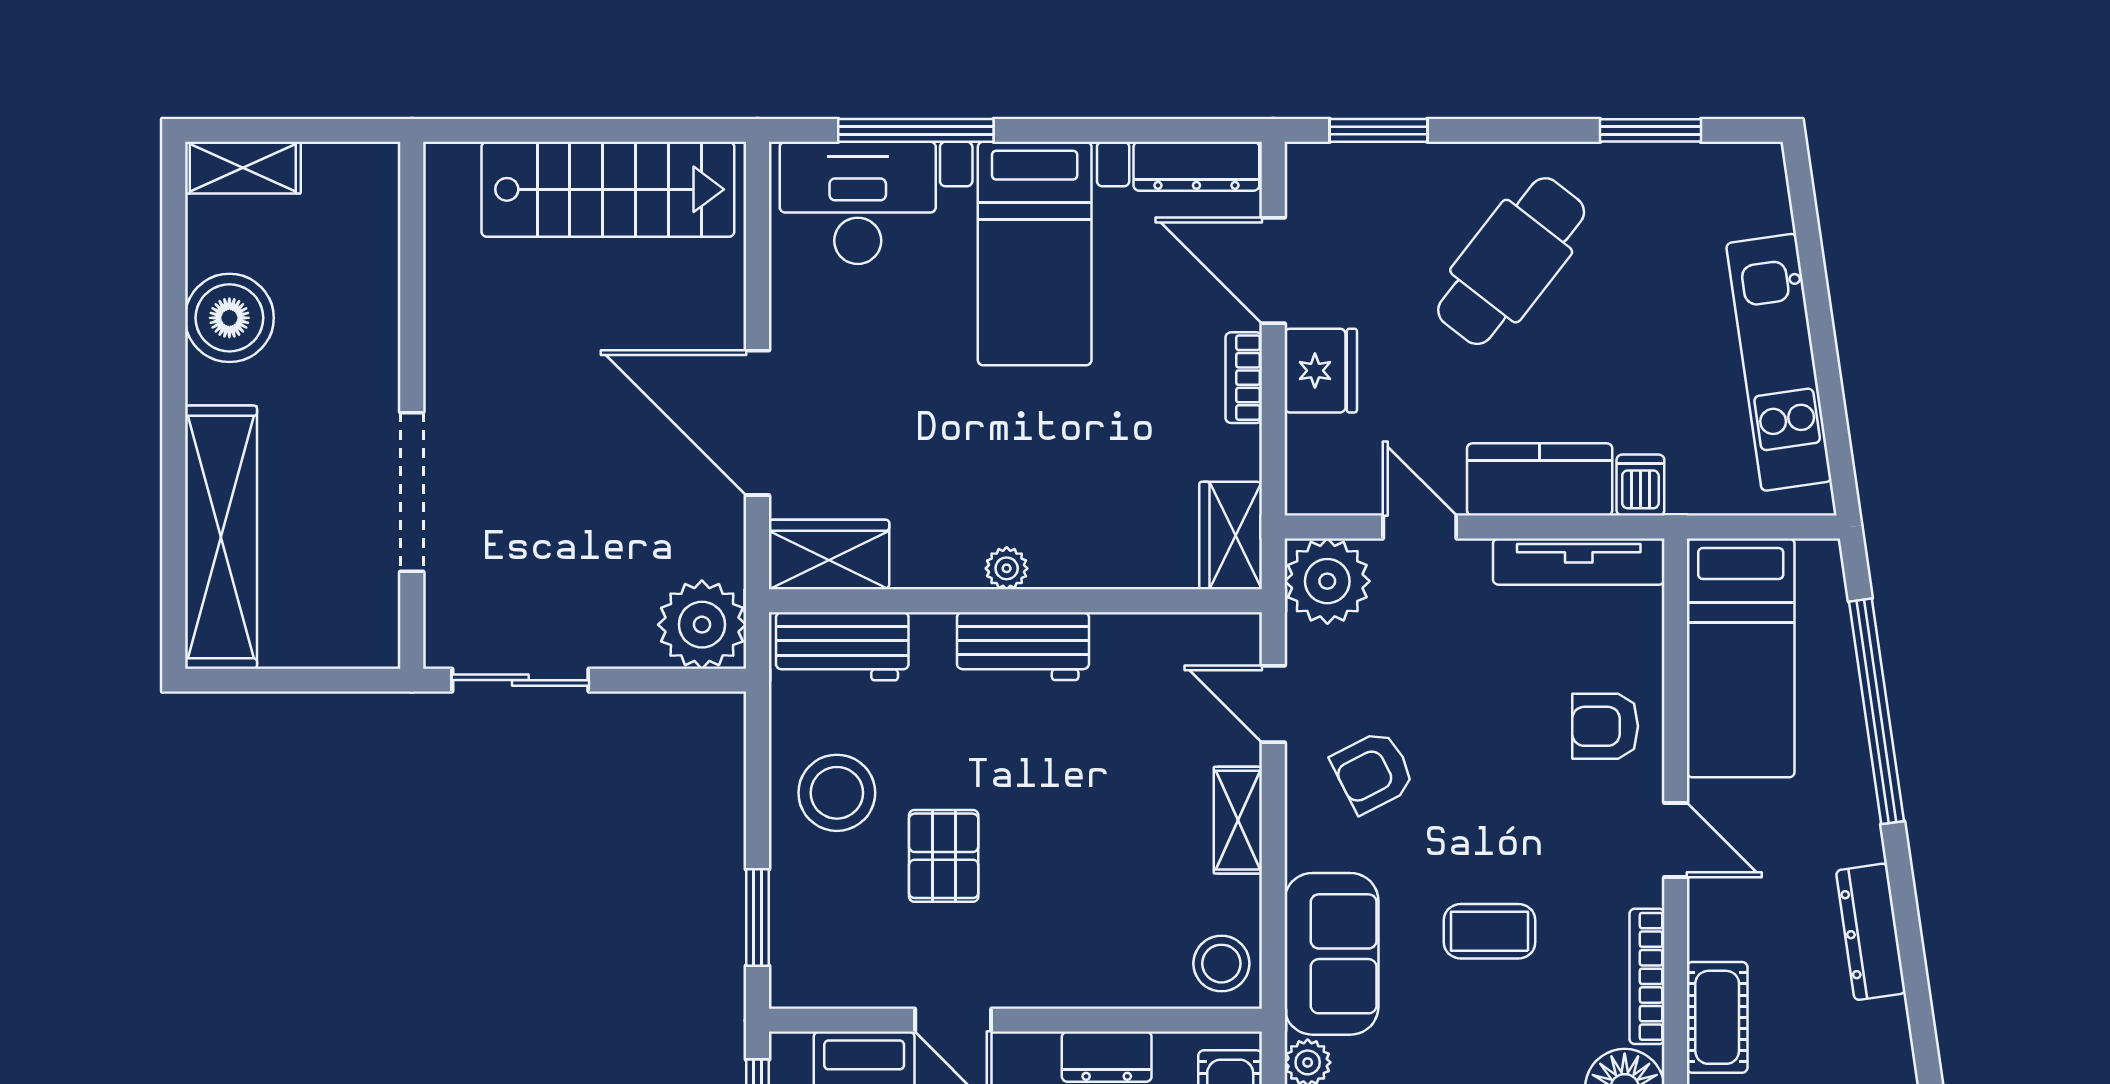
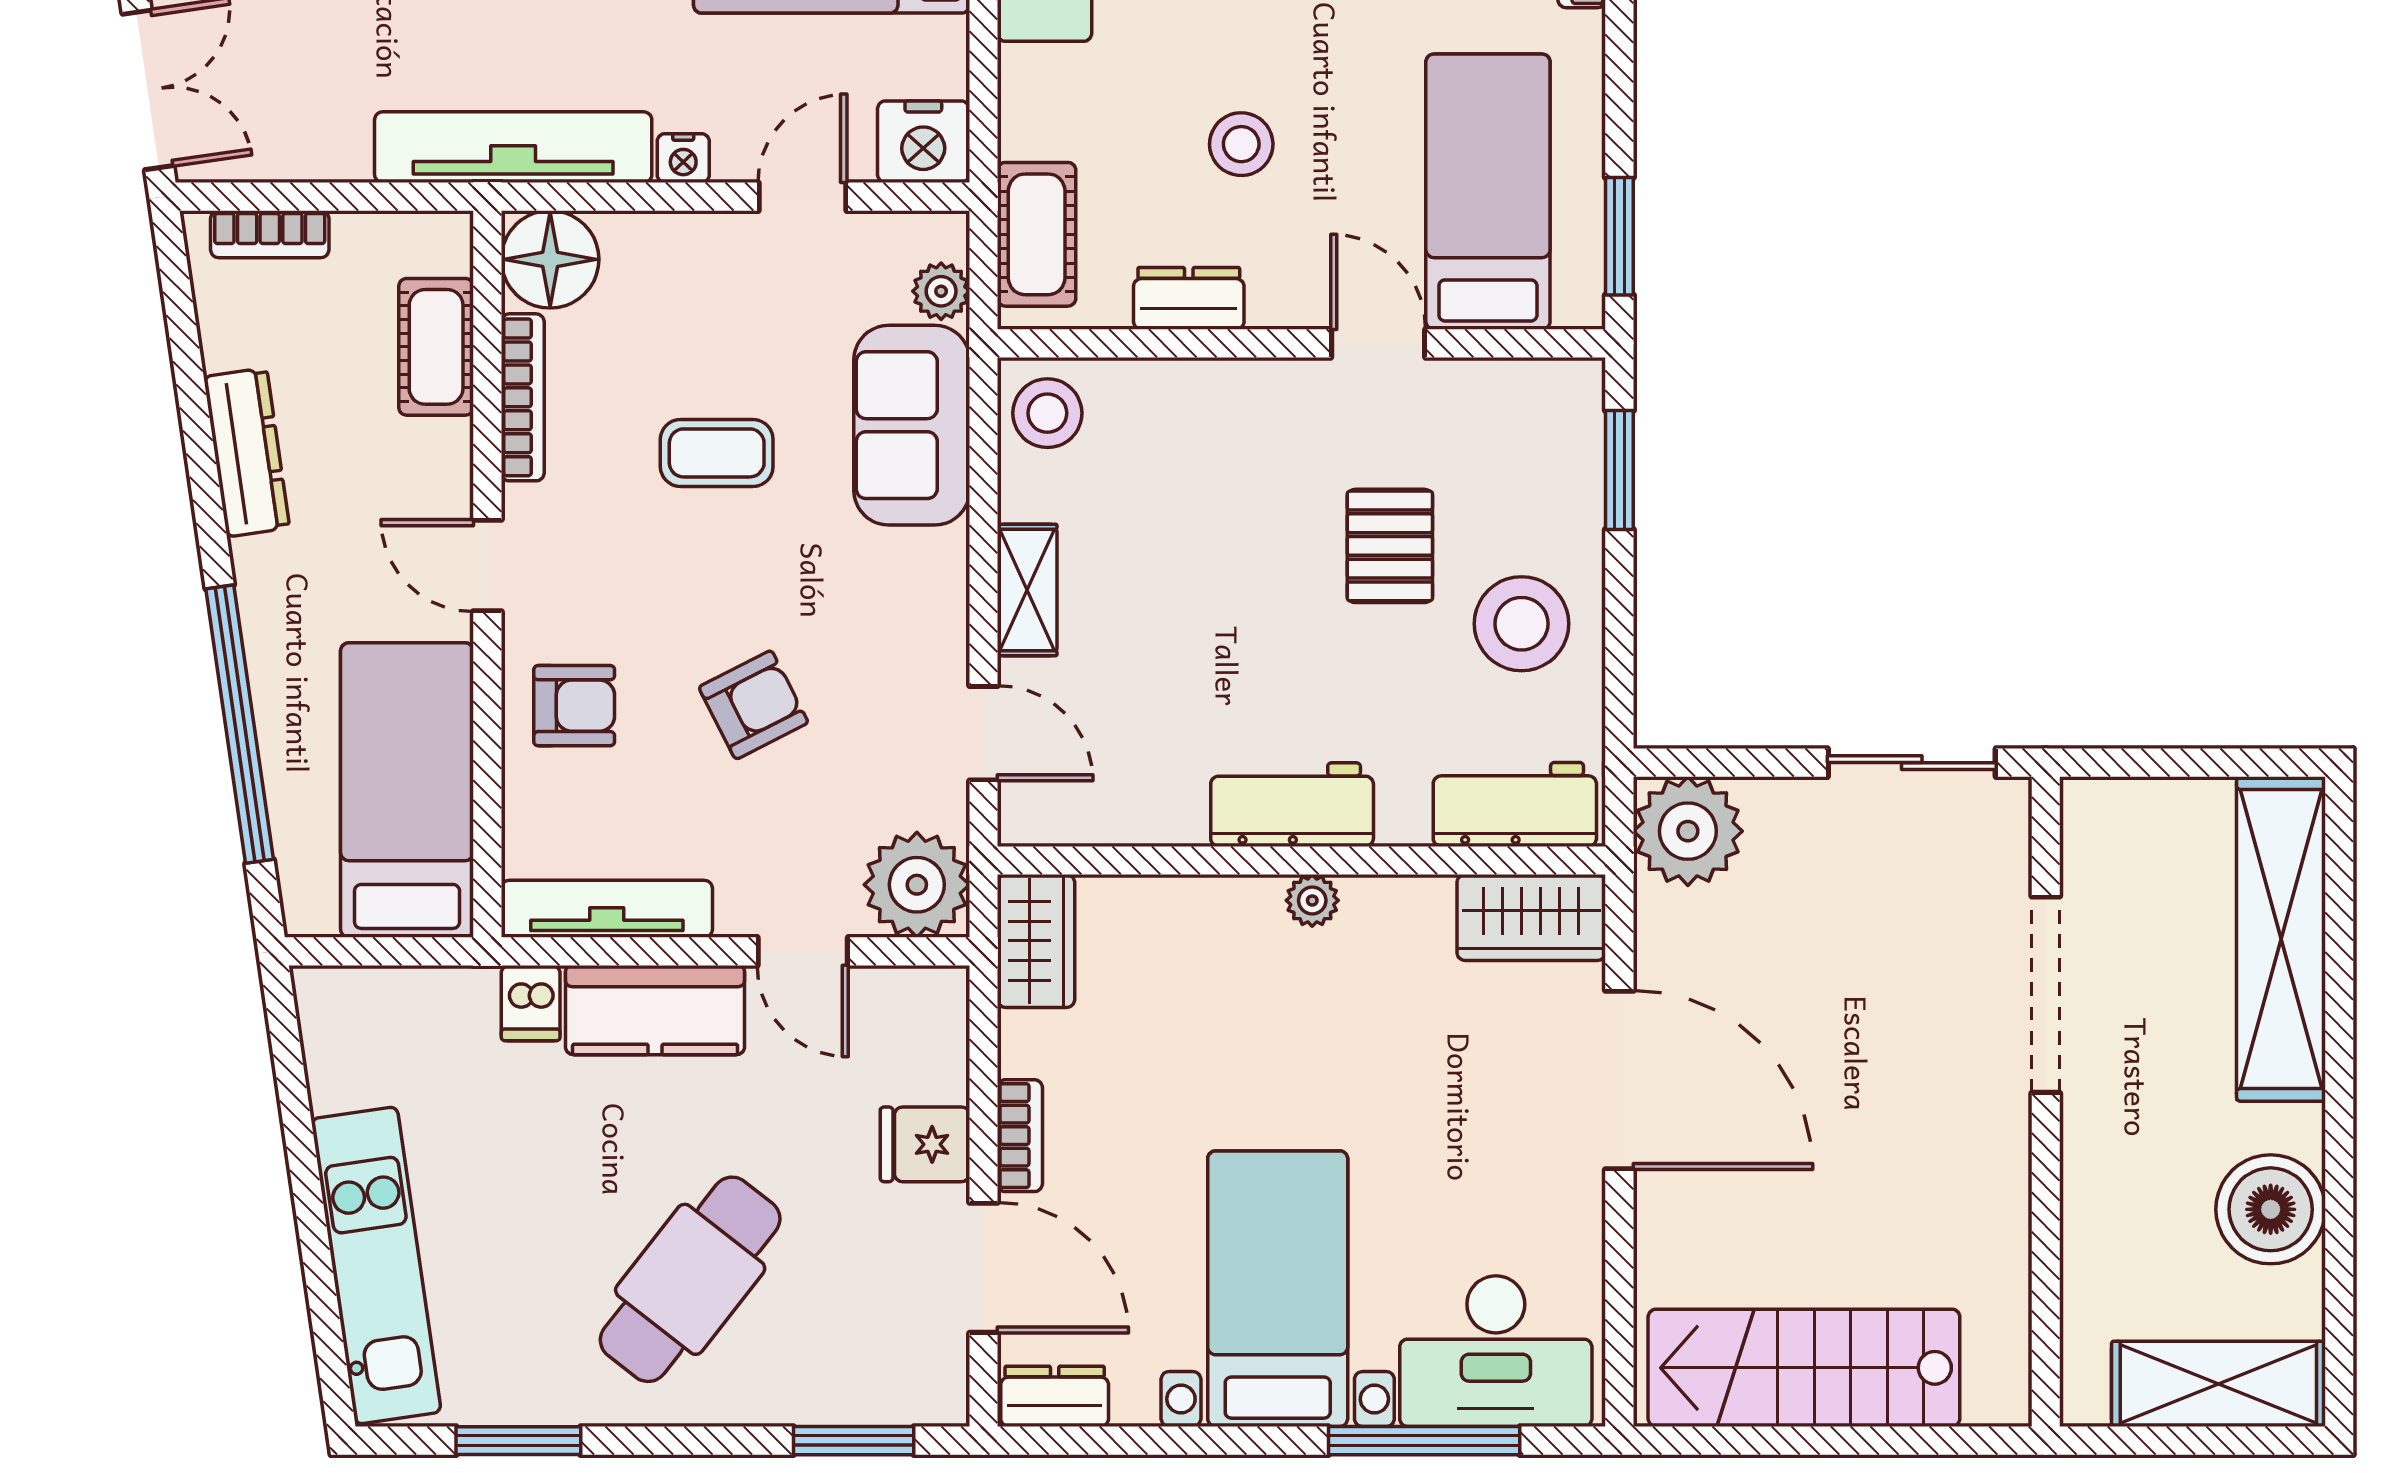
dresser: (1196, 166) -> (1055, 1396), width x0.70
shelving: (243, 168) -> (2218, 1384), width x1.50, depth x1.33
kitchen unit: (1779, 362) -> (376, 1265), moved
fridge: (1321, 371) -> (925, 1144), width x0.72
armchair: (1373, 772) -> (753, 705), moved

